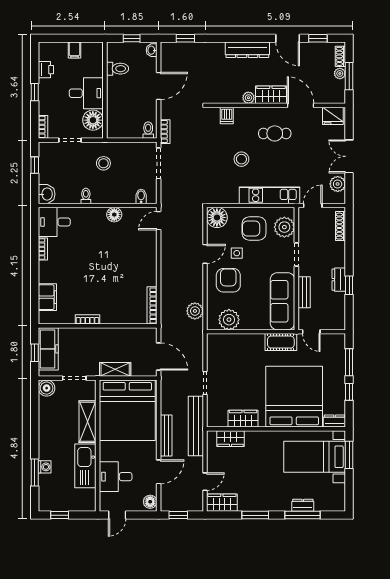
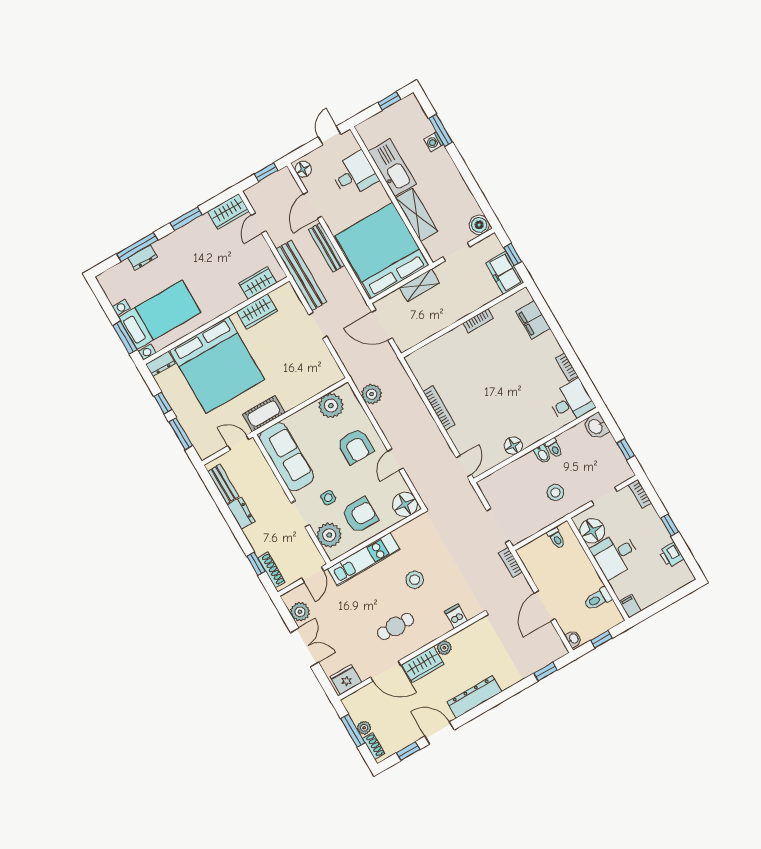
filing cabinet: (74, 50) -> (630, 606), moved
toilet: (148, 130) -> (556, 538), moved
bidet: (141, 196) -> (542, 454), moved
side table: (237, 253) -> (328, 498), moved
window: (349, 285) -> (256, 564), moved
bench: (304, 292) -> (223, 484), moved
bookcase: (152, 305) -> (439, 408), moved
freezer: (48, 349) -> (505, 273), width x0.71

